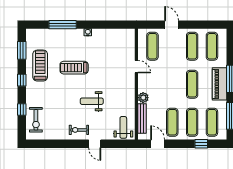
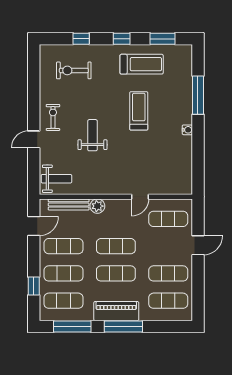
exercise mat: (172, 84) -> (116, 246), added
exercise bike: (36, 120) -> (74, 70), moved

